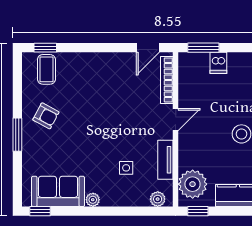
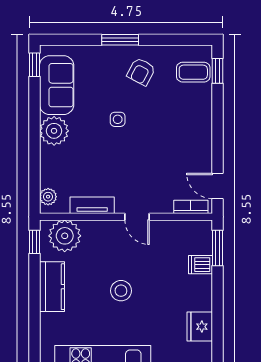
bookcase: (167, 80) -> (191, 207), width x0.64
side table: (126, 168) -> (118, 119), moved
plant: (93, 200) -> (54, 131), width x1.88, depth x1.88

